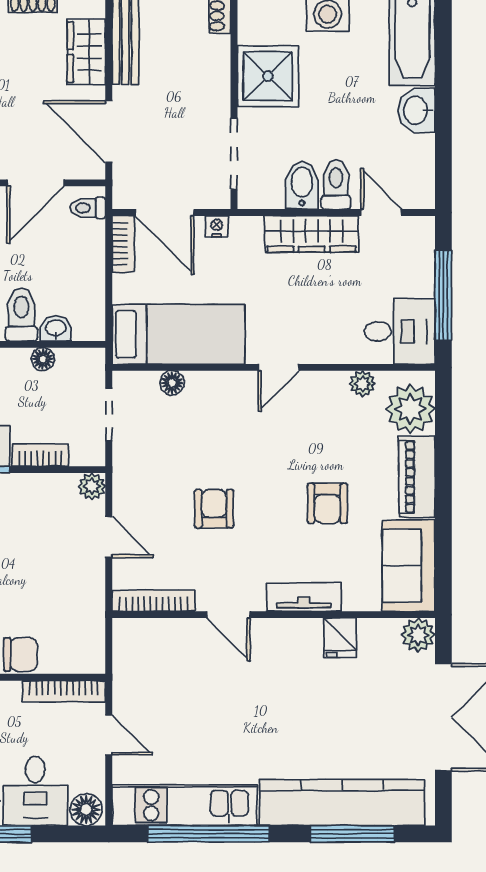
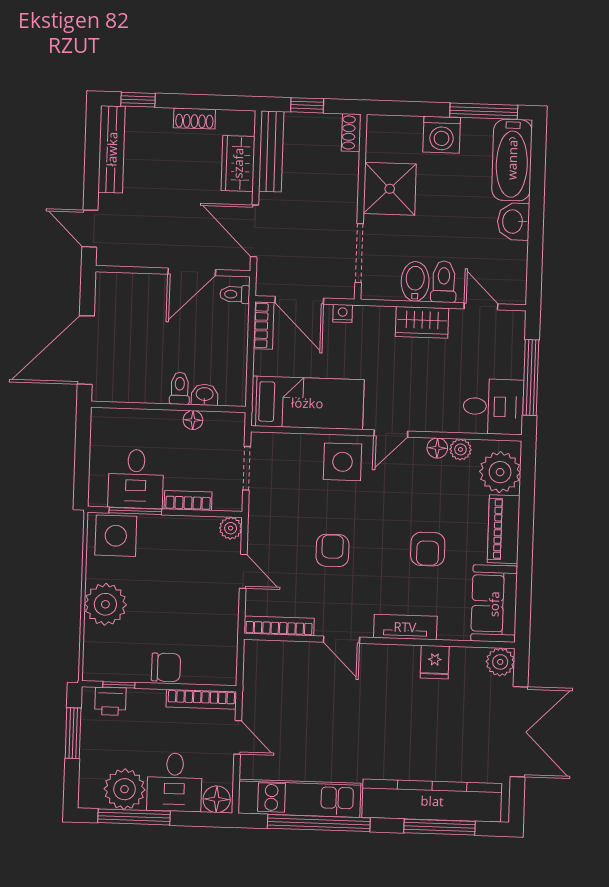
wardrobe: (312, 234) -> (422, 322), width x0.67
toilet: (21, 314) -> (180, 388), width x0.73, depth x0.72
floor lamp: (172, 383) -> (437, 448), moved
side table: (223, 403) -> (342, 462), added

